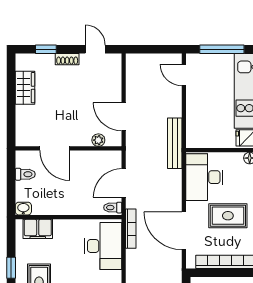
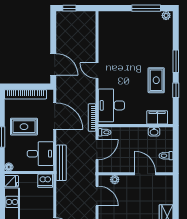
dishwasher: (198, 139) -> (45, 181), added
bench: (175, 143) -> (61, 163), moved
desk: (204, 177) -> (40, 154), width x0.73
washbasin: (23, 209) -> (154, 132), moved

